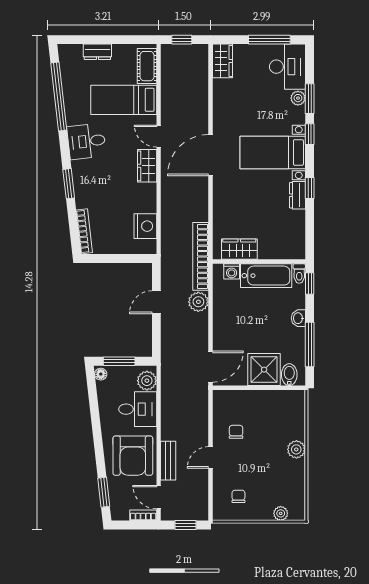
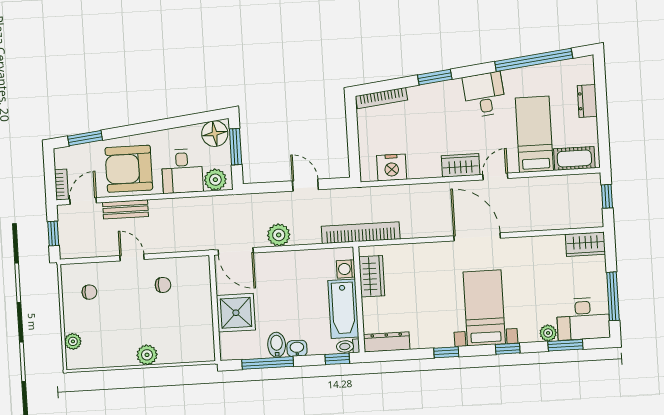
window: (310, 99) -> (565, 345), moved
dresser: (297, 195) -> (387, 342), moved, width x1.44
plant: (198, 302) -> (279, 235), moved
floor lamp: (101, 374) -> (215, 134), width x1.89, depth x1.89
bidet: (289, 375) -> (277, 345), moved, turned -90

